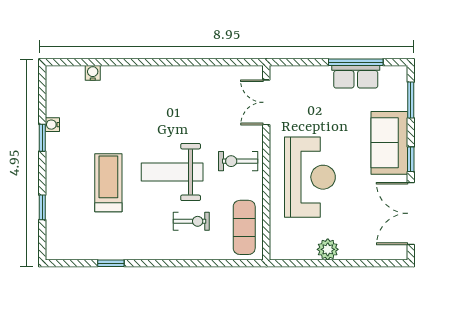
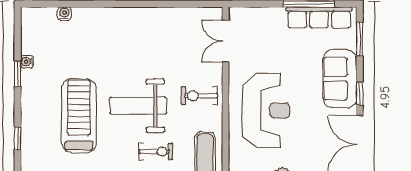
row of seats: (356, 77) -> (319, 17), width x1.48
treadmill: (108, 183) -> (79, 116), width x1.37, depth x1.38

